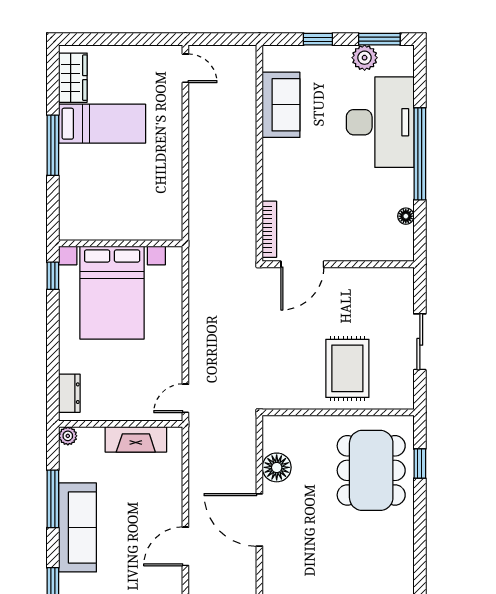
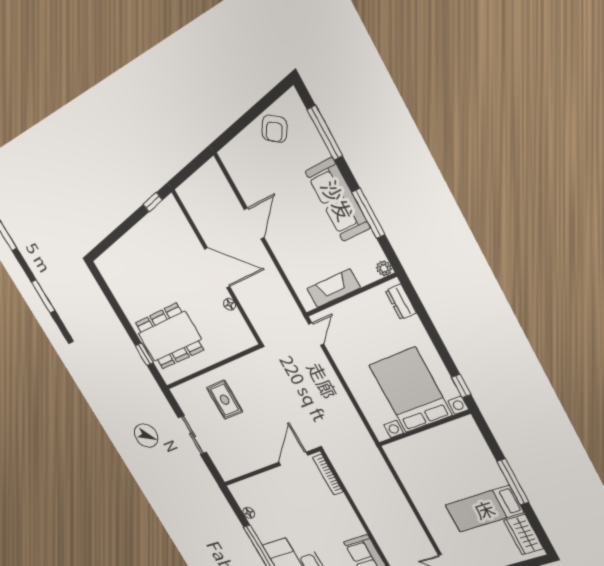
rug: (347, 368) -> (225, 400), width x0.73, depth x0.70
floor lamp: (277, 467) -> (230, 304), width x0.53, depth x0.53
dining table: (371, 470) -> (170, 336), turned 90

